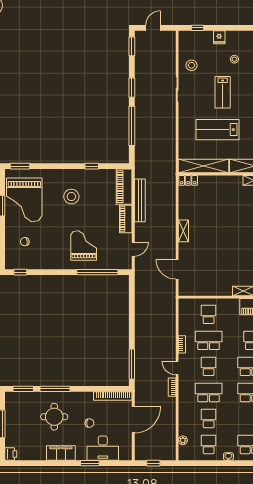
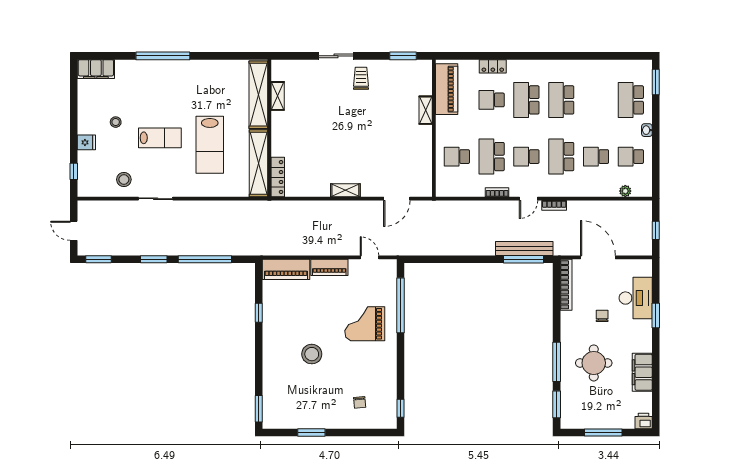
locker: (188, 180) -> (278, 177), width x1.53
stool: (71, 197) -> (312, 354), moved
grand piano: (24, 200) -> (304, 403), removed
bench: (140, 200) -> (524, 249), moved
filing cabinet: (61, 453) -> (642, 372), moved

